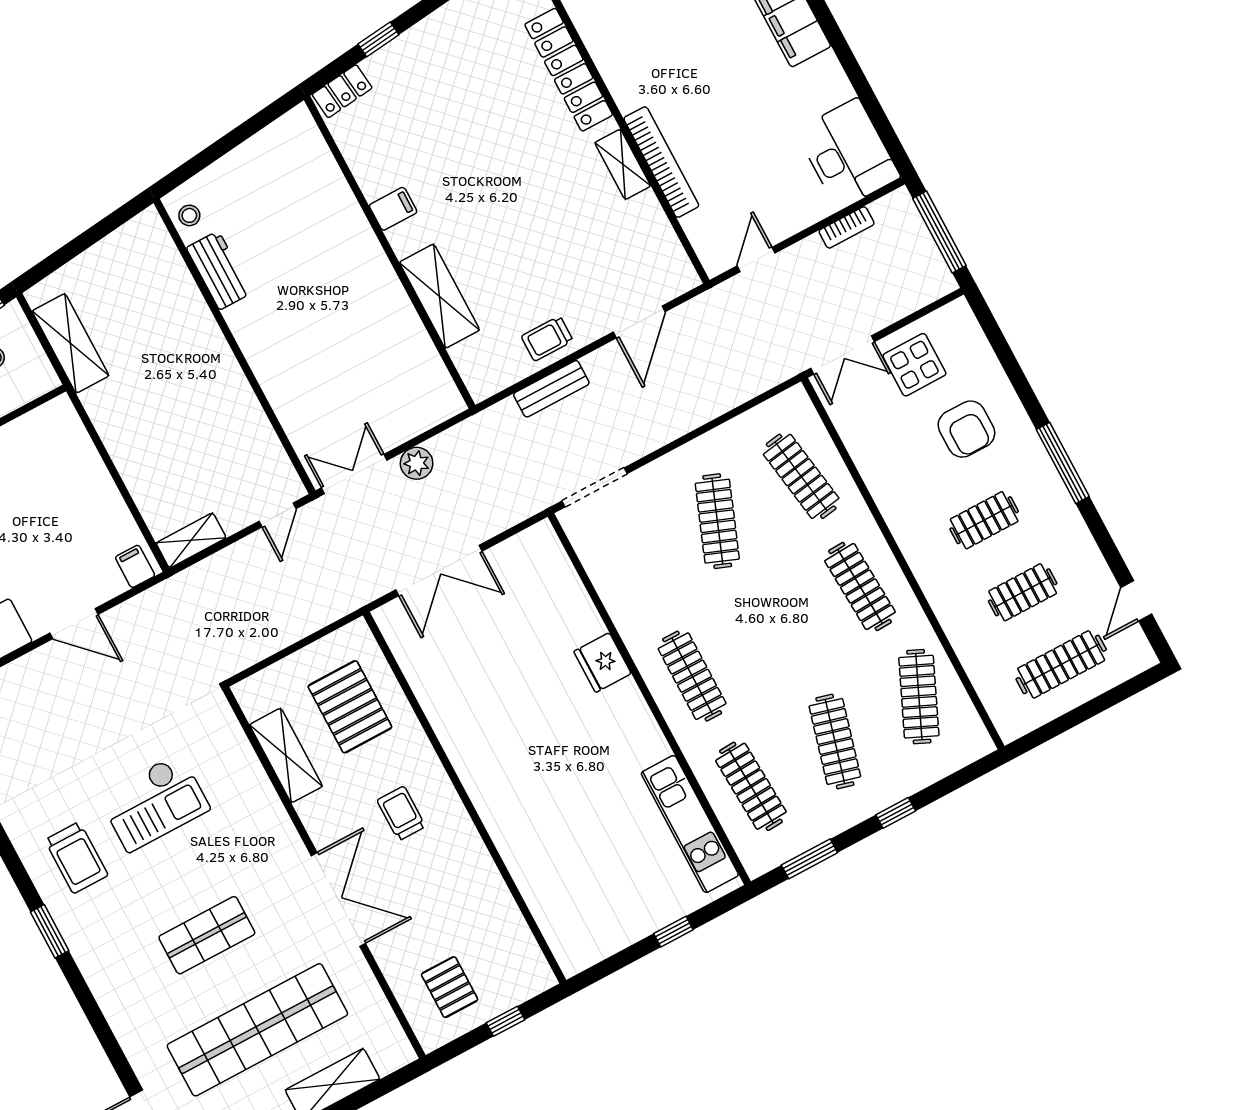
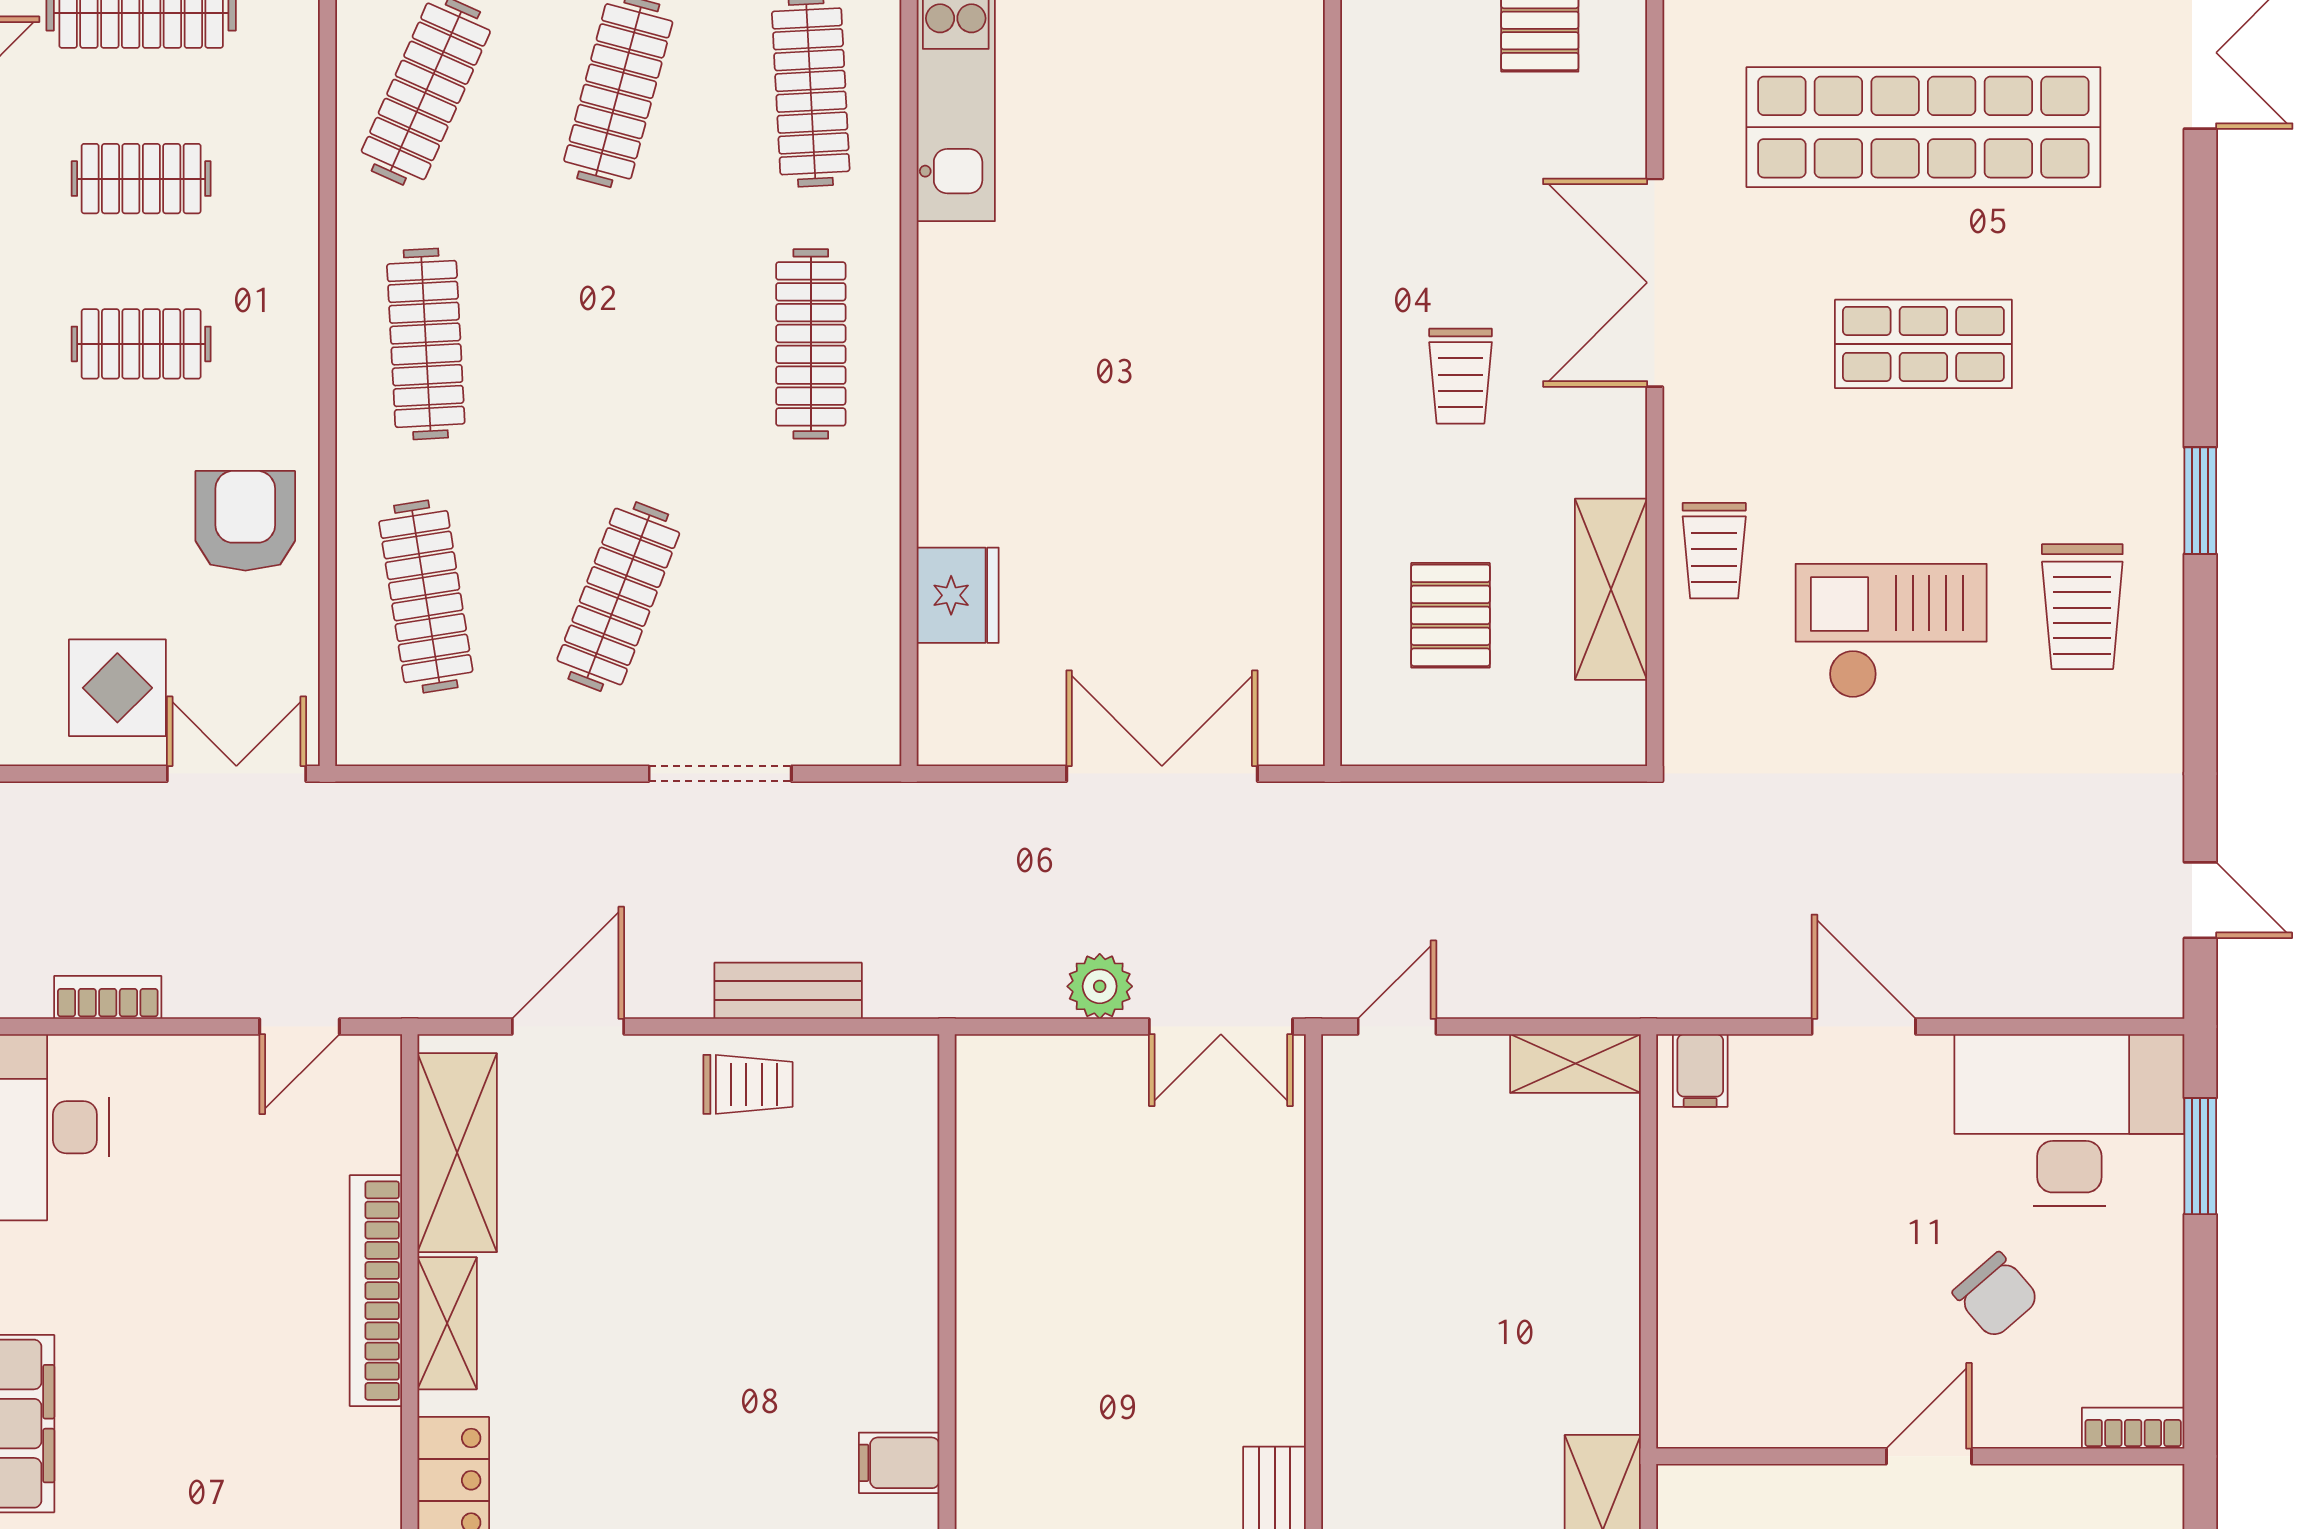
shelving: (439, 296) -> (457, 1153), moved
armchair: (966, 429) -> (245, 521), moved
doorway: (595, 487) -> (720, 774), moved
fridge: (603, 663) -> (958, 595), moved
pallet: (350, 707) -> (1451, 615), width x0.67, depth x0.71
trolley: (250, 796) -> (1714, 551), added
trolley: (76, 858) -> (2082, 607), turned 180

